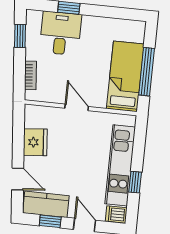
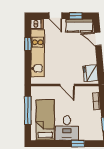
desk: (60, 33) -> (67, 128), moved
bed: (125, 76) -> (45, 120), moved, turned 180
fridge: (35, 142) -> (91, 73), moved

